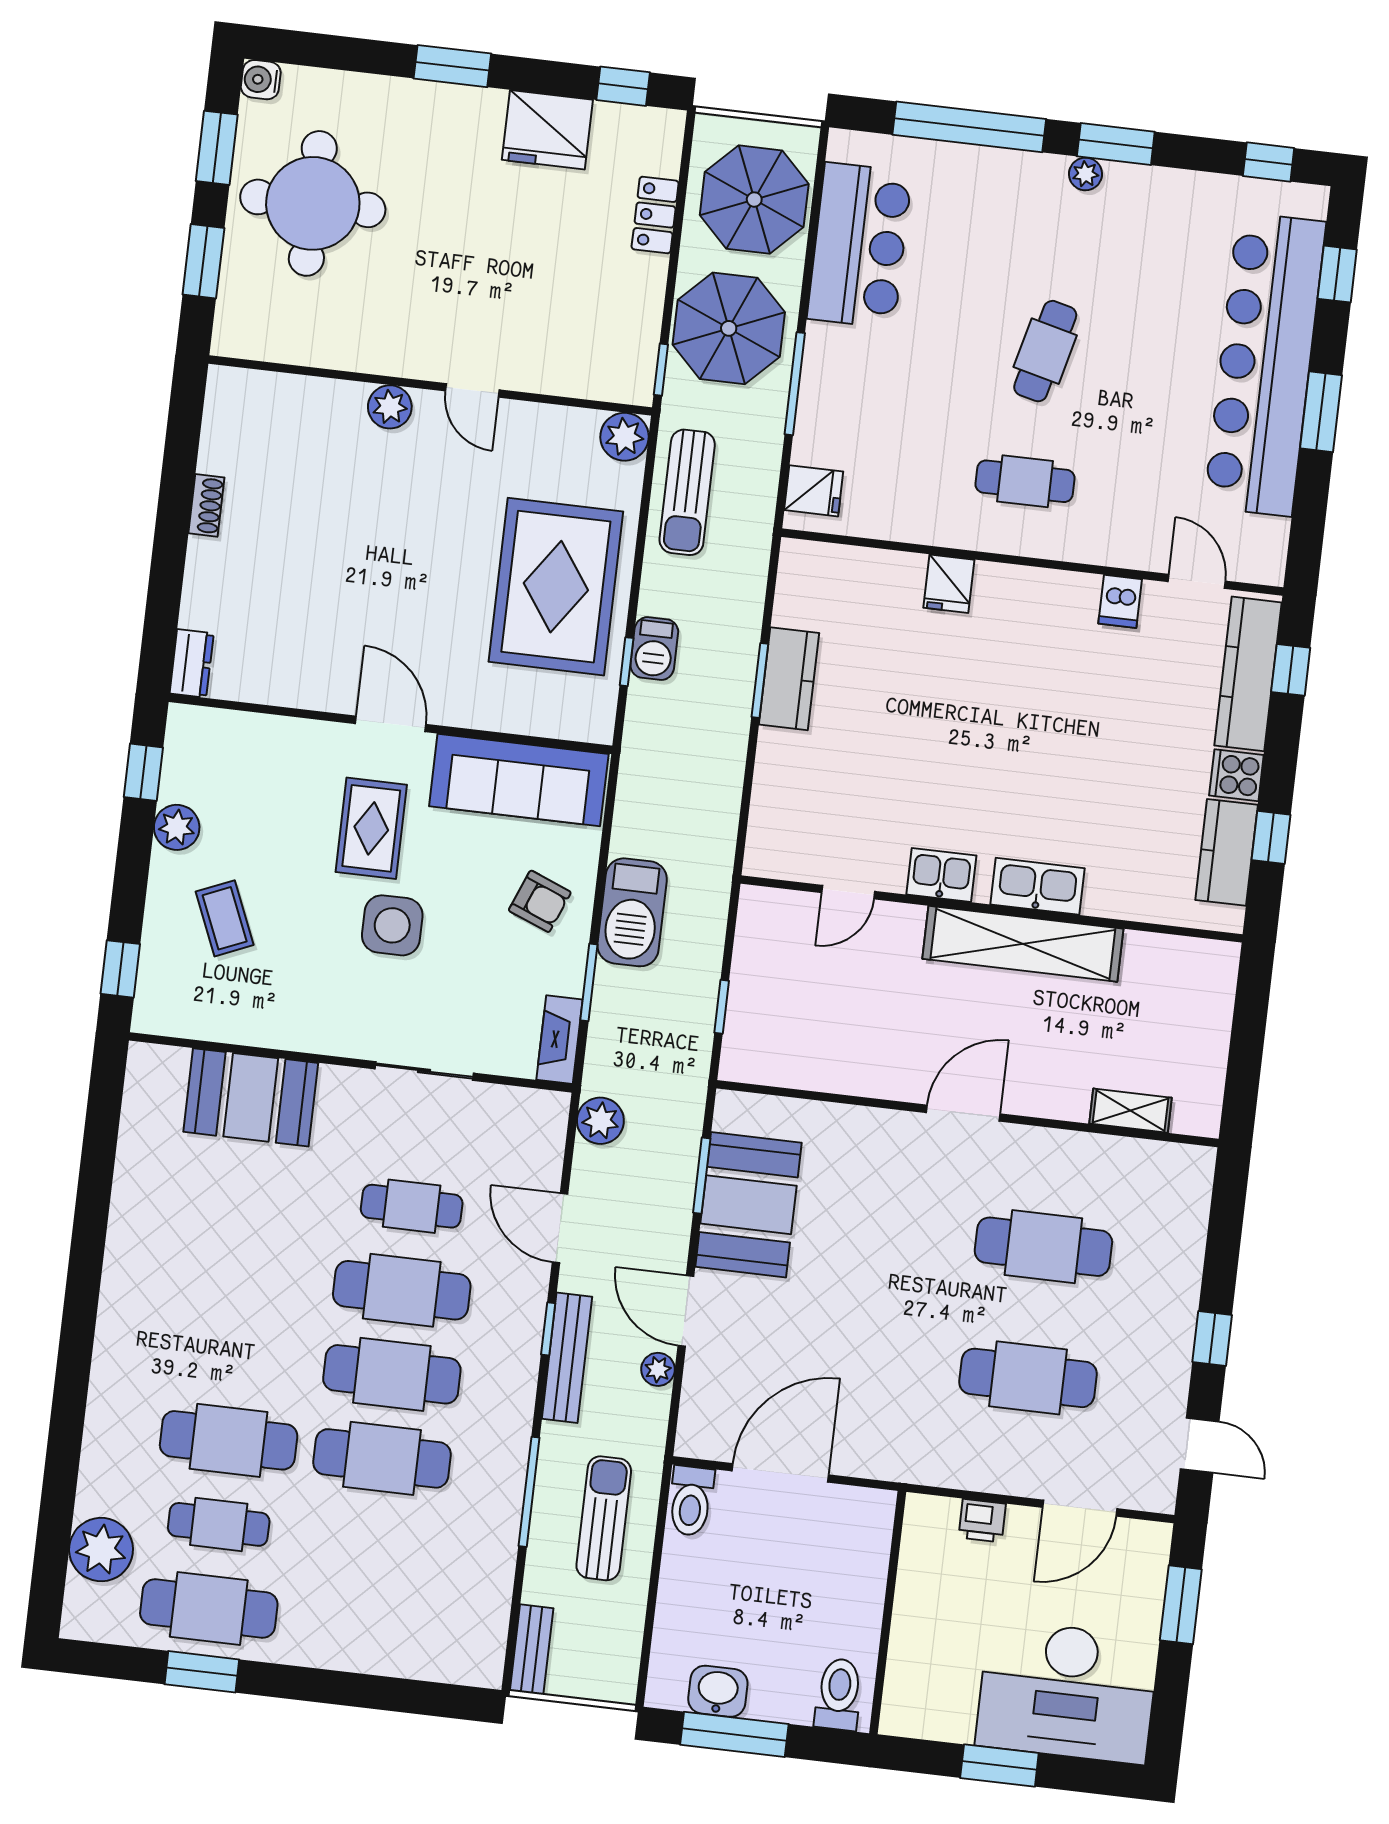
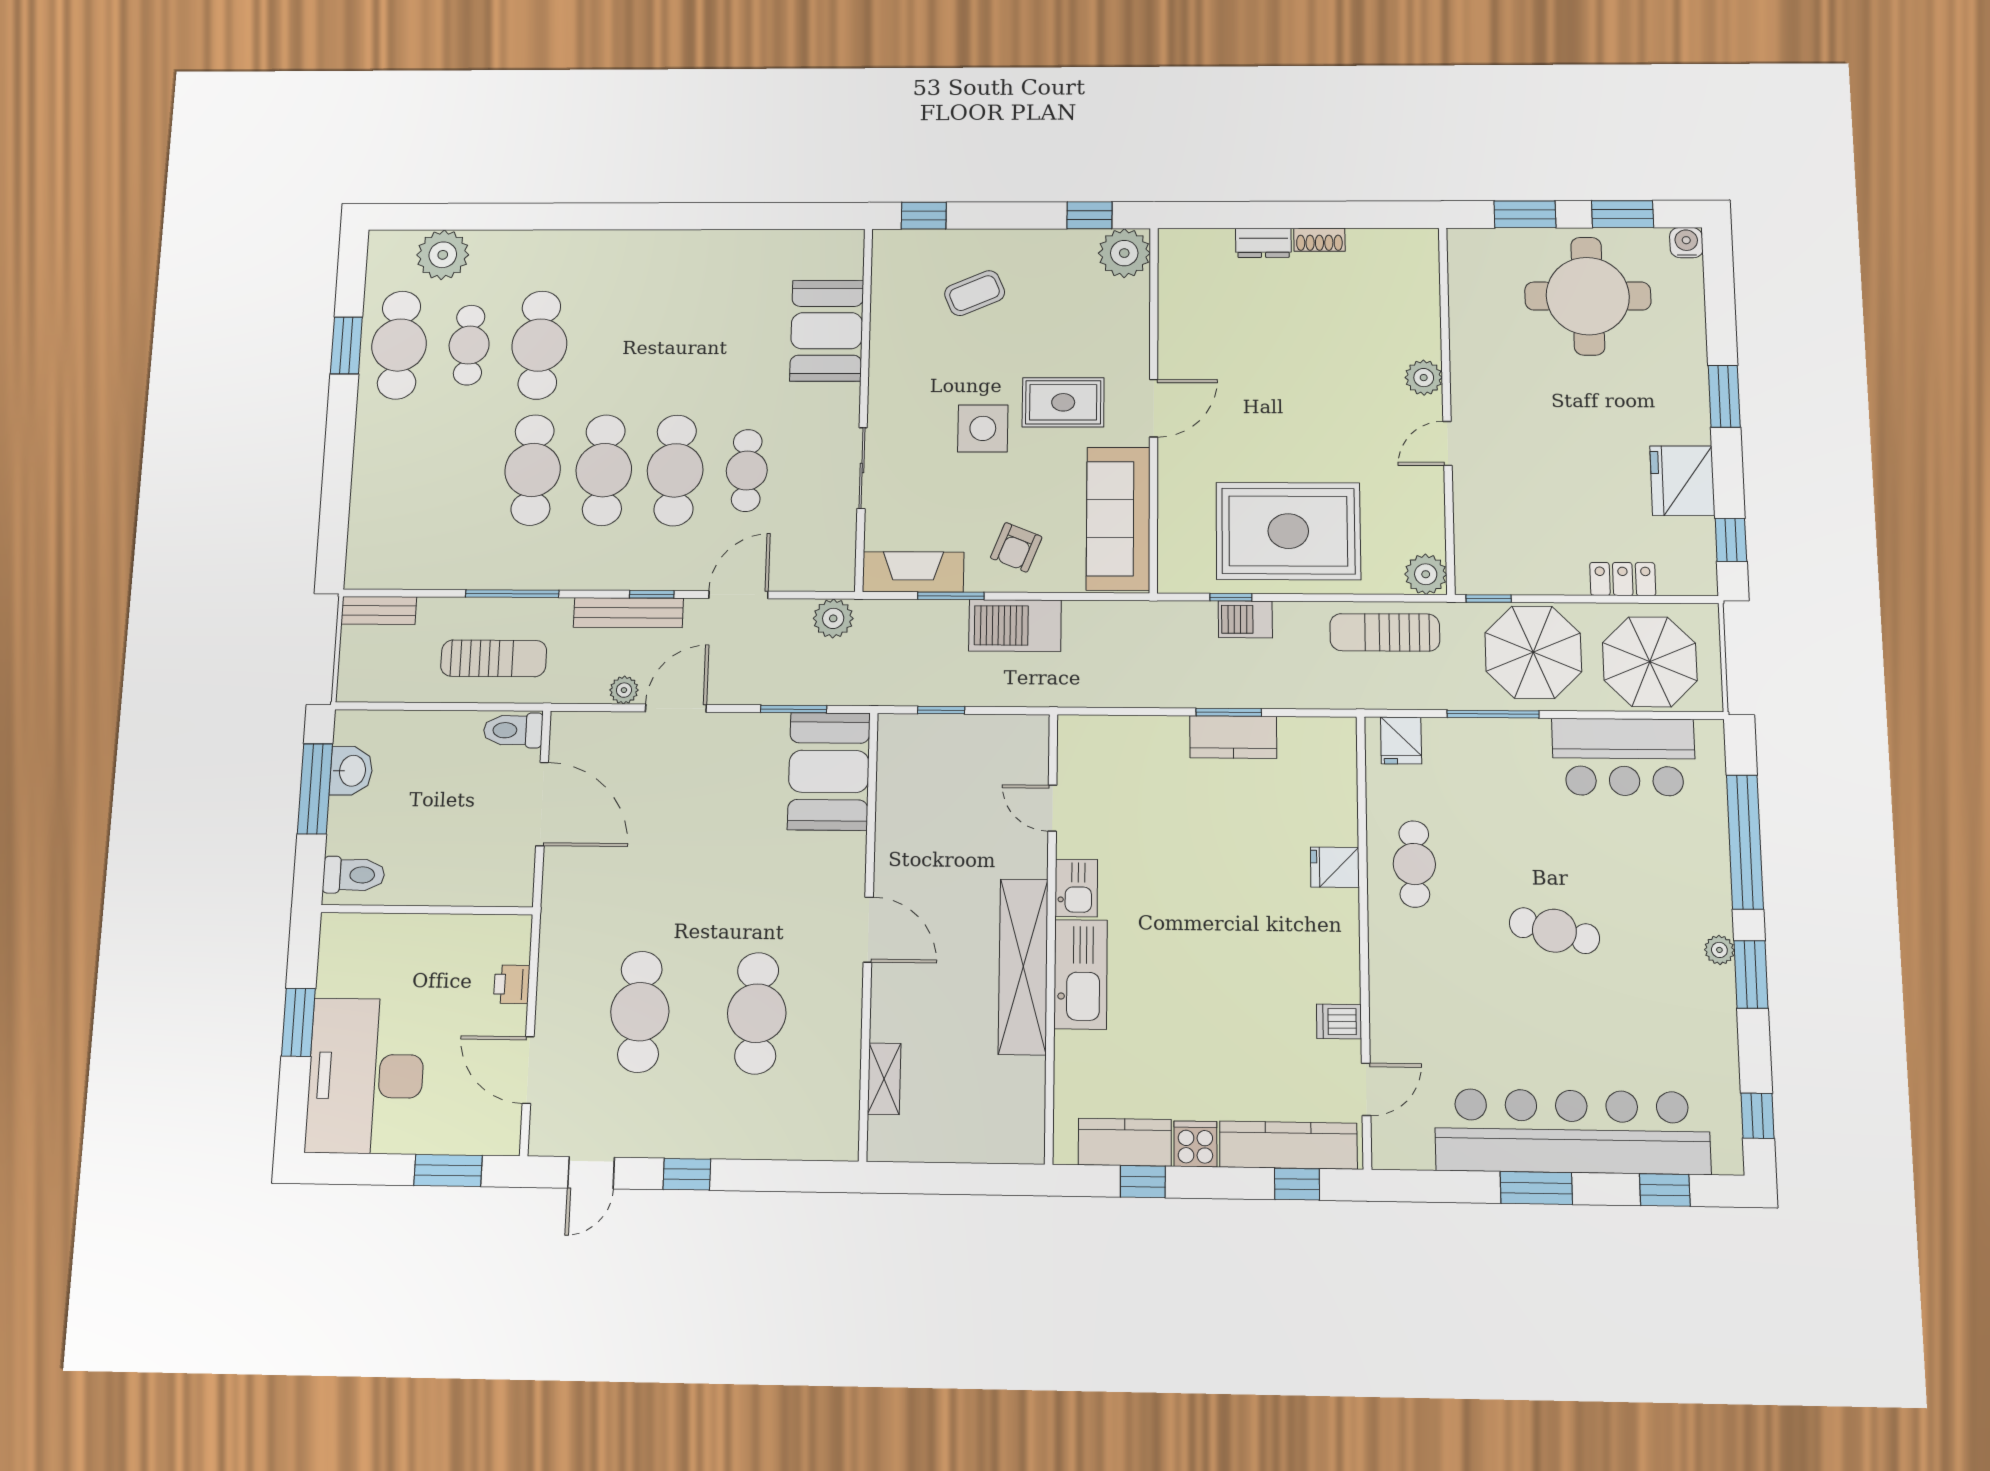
cafe table: (1025, 481) -> (1414, 864), moved
dresser: (192, 663) -> (1263, 243), moved
plant: (177, 827) -> (1124, 253), moved, width x1.36, depth x1.36
kitchen sink: (1038, 886) -> (1081, 974), width x1.36, depth x1.24
fireplace: (560, 1040) -> (913, 572), width x1.37, depth x1.32
booth: (748, 1205) -> (829, 771), moved, turned 90

